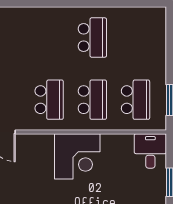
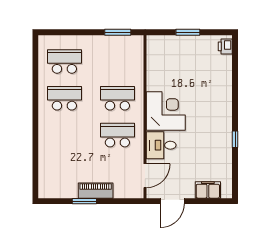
school desk: (135, 100) -> (64, 61), moved
desk: (150, 151) -> (161, 145), moved

